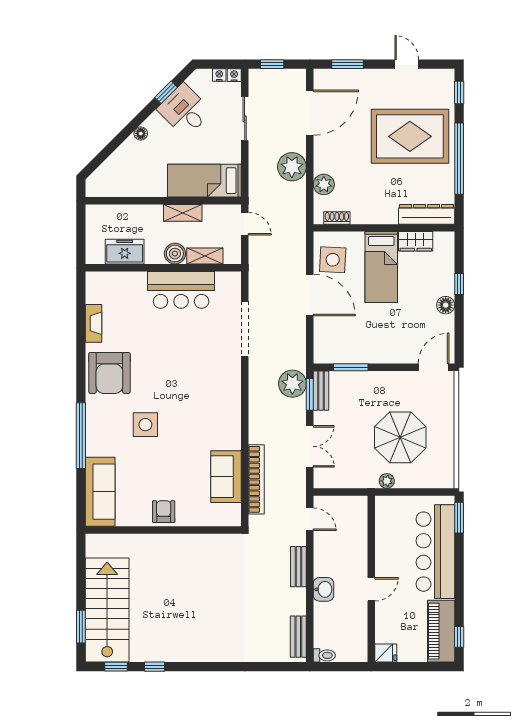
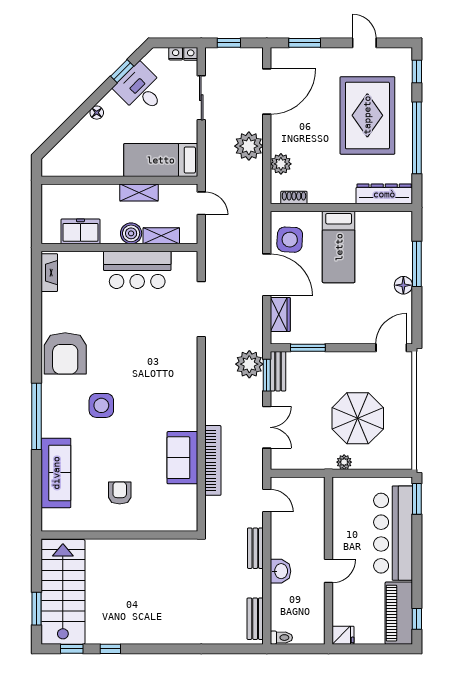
rug: (410, 136) -> (367, 115), turned 90
wardrobe: (416, 241) -> (280, 314), moved, turned -90
window: (459, 284) -> (417, 264), width x2.17
fireplace: (94, 323) -> (49, 273), moved
wall: (163, 530) -> (119, 535), moved

